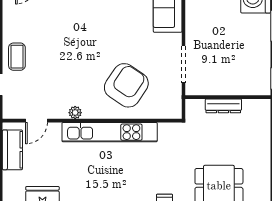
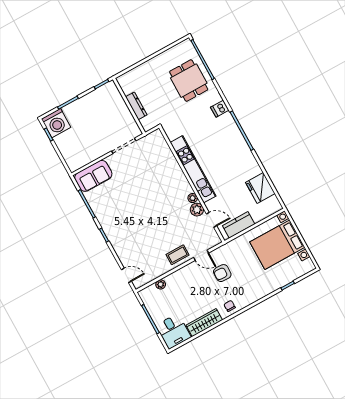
armchair: (126, 85) -> (157, 175), removed
plant: (58, 110) -> (197, 210), added

